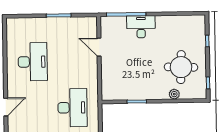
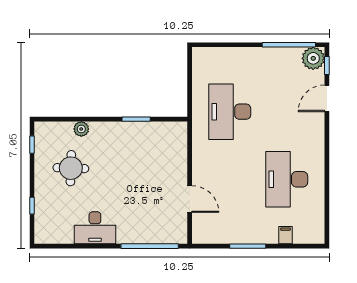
filing cabinet: (33, 23) -> (285, 235), added
desk: (141, 27) -> (95, 228), moved
round table: (181, 67) -> (71, 168), width x0.73, depth x0.73
door: (6, 107) -> (327, 98), moved

